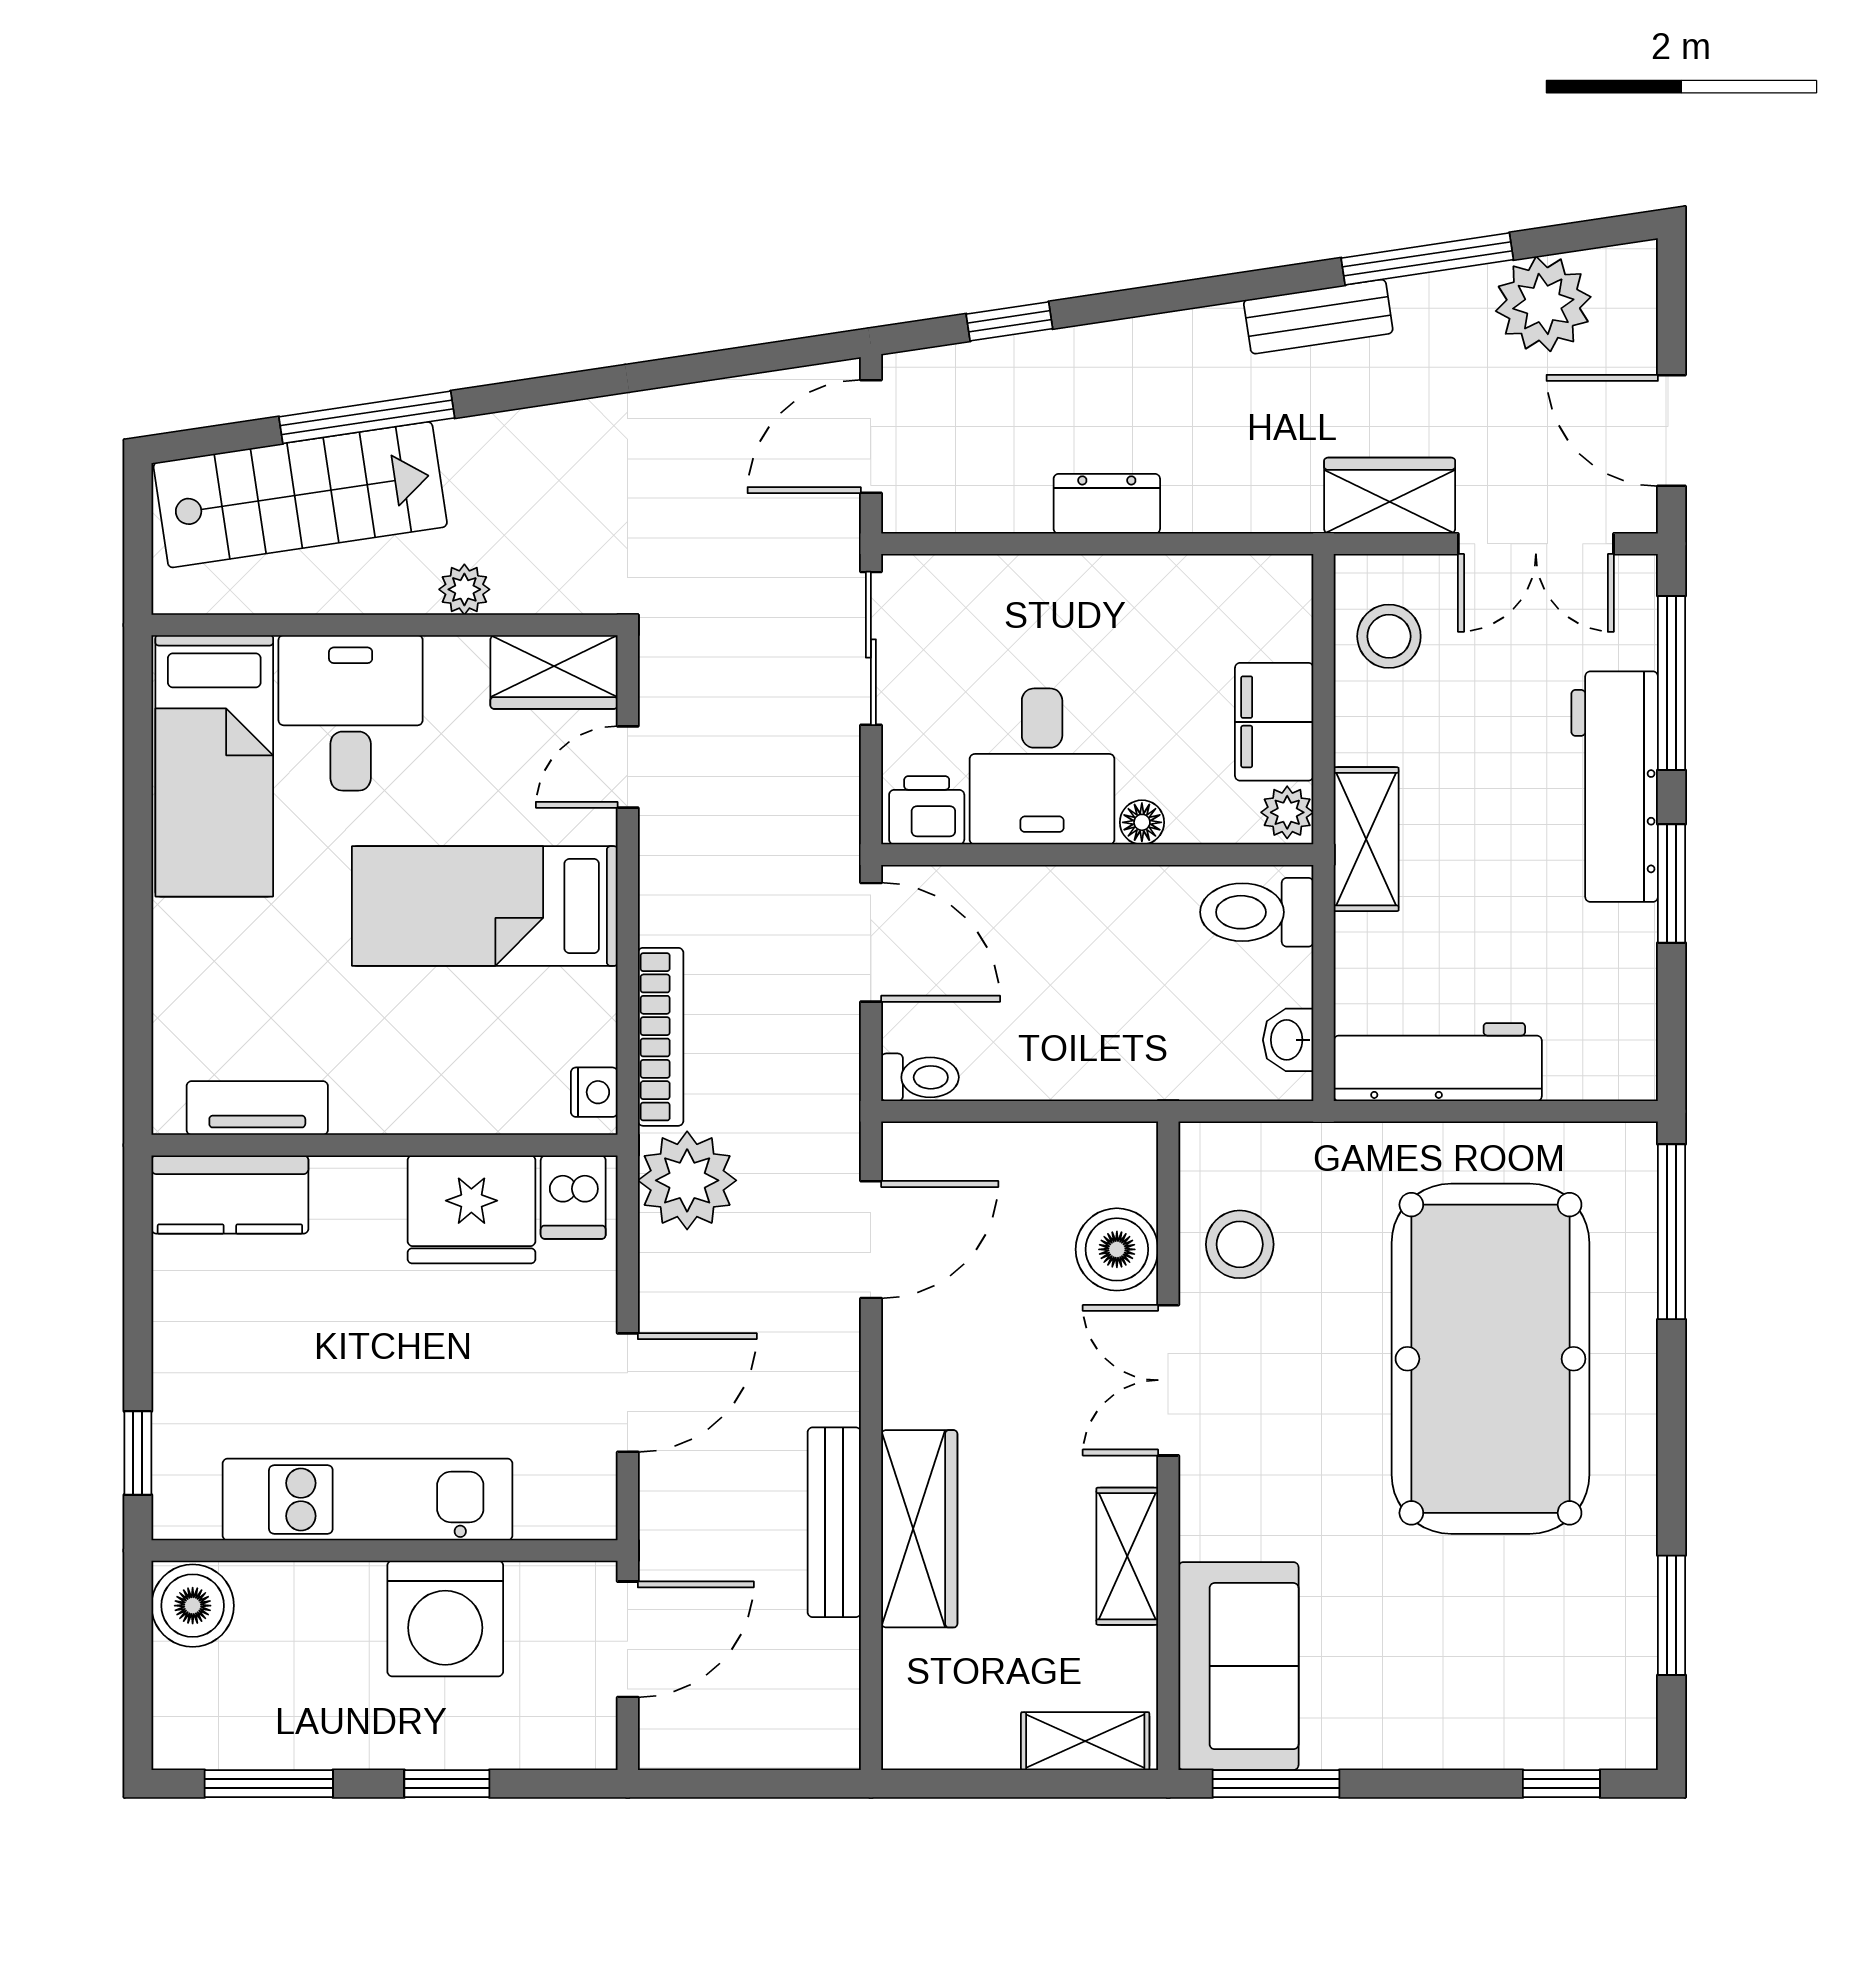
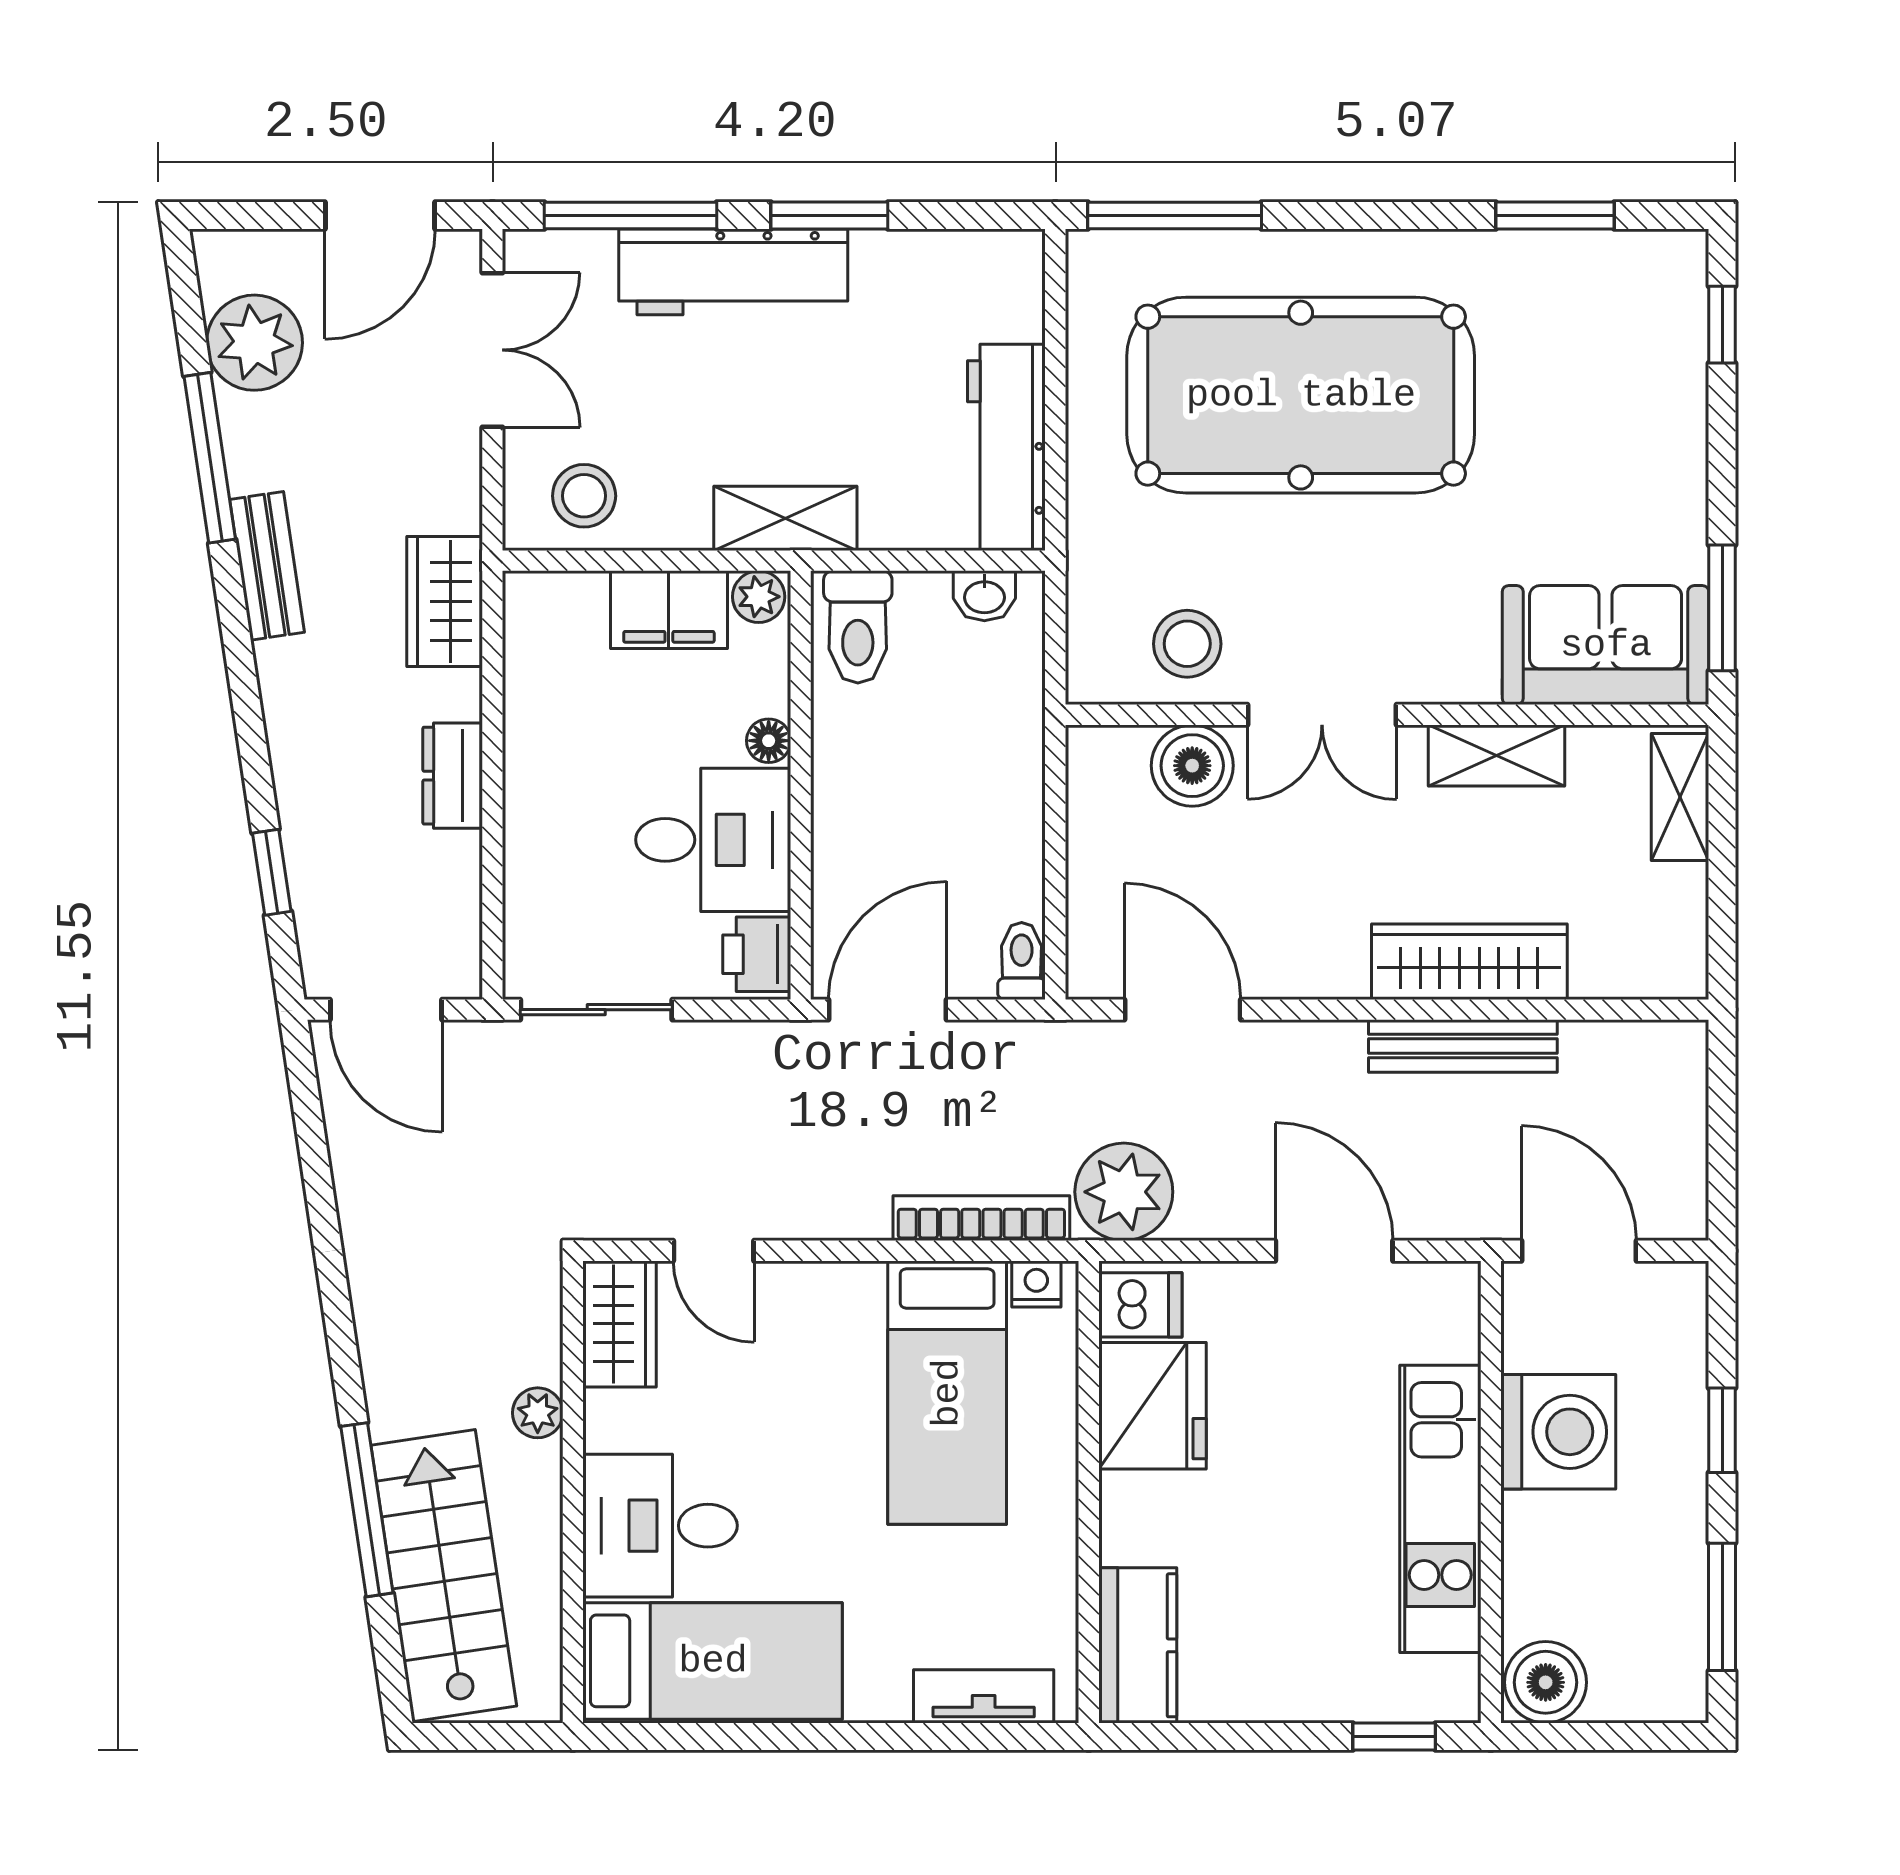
wardrobe: (1390, 496) -> (445, 601), moved
bed: (485, 906) -> (947, 1393), moved
tv unit: (257, 1108) -> (984, 1696), moved, turned 90

